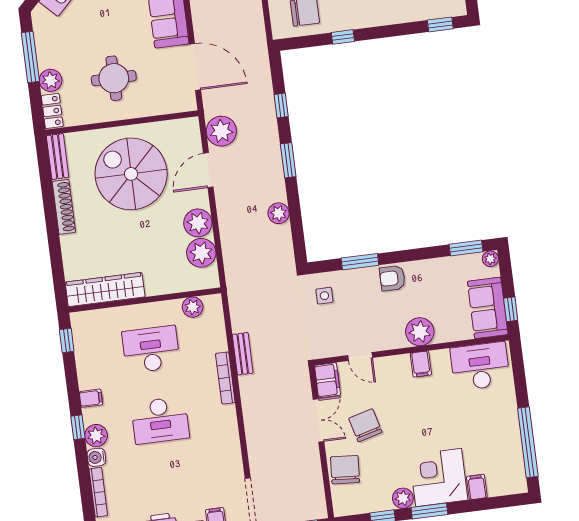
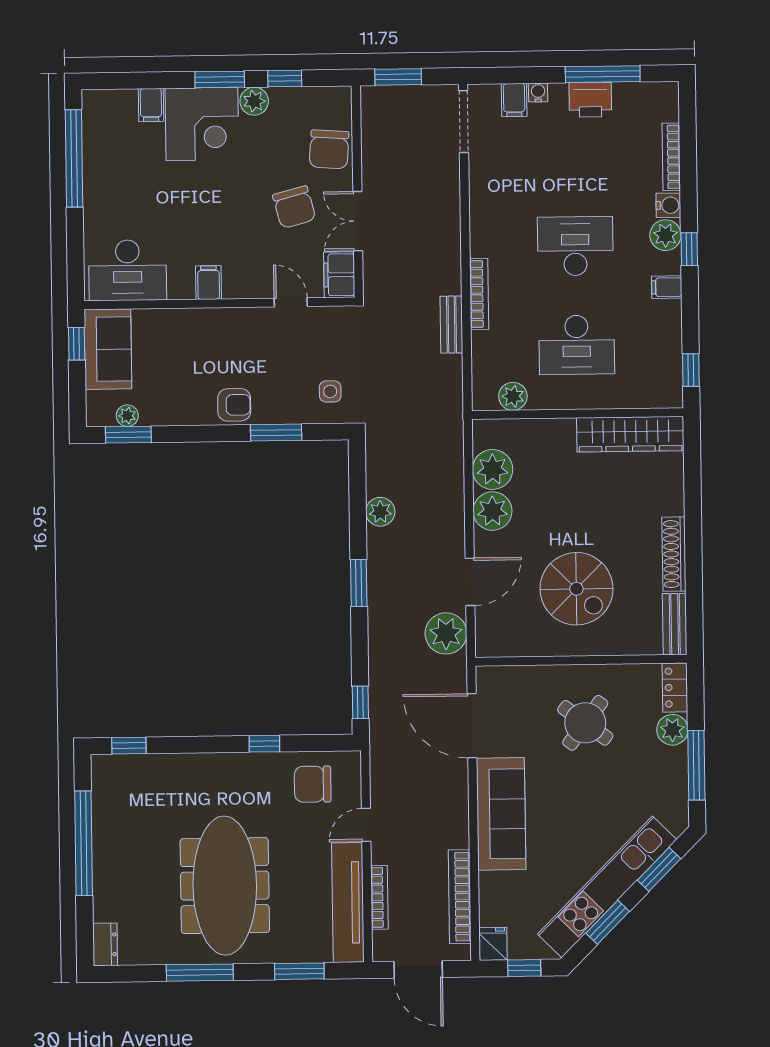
round table: (114, 78) -> (585, 723), turned 37
window: (281, 106) -> (360, 702), moved
spiral stairs: (131, 174) -> (576, 589), width x0.73, depth x0.73
plant: (490, 259) -> (127, 416), moved
plant: (420, 332) -> (205, 327), removed

